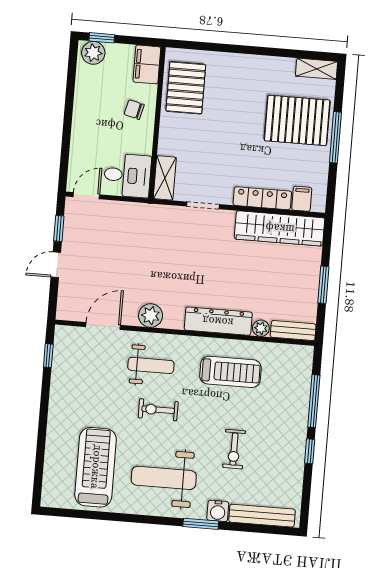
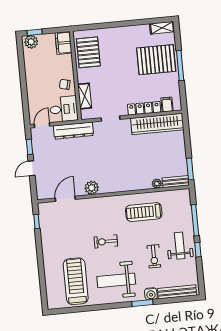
chair: (134, 110) -> (65, 84), moved
shelving: (165, 178) -> (85, 96), moved
window: (323, 285) -> (190, 169), moved
dresser: (218, 321) -> (73, 131), moved, turned 180
weight bench: (151, 365) -> (180, 246), moved, turned -90
treadmill: (230, 372) -> (144, 212), turned 180

